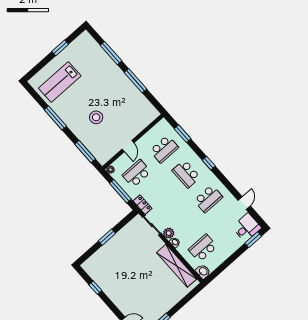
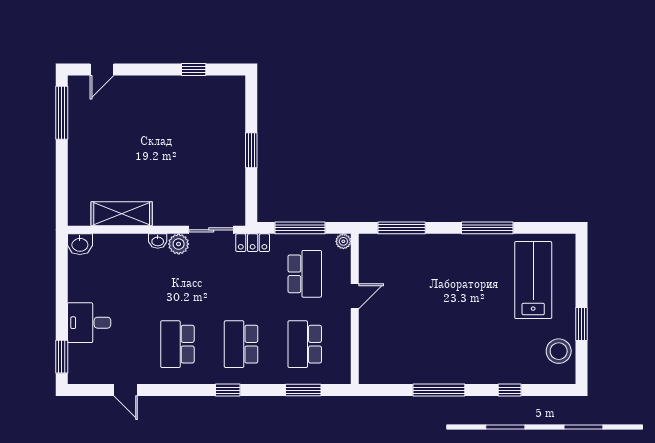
window: (111, 53) -> (510, 390), width x0.46
stool: (96, 117) -> (559, 351), moved
door: (128, 146) -> (355, 296), swing flipped
school desk: (186, 174) -> (241, 344), turned -90
desk: (247, 227) -> (89, 323), moved, turned 90
school desk: (203, 248) -> (114, 274), removed
shelving: (177, 266) -> (122, 214), width x0.68

